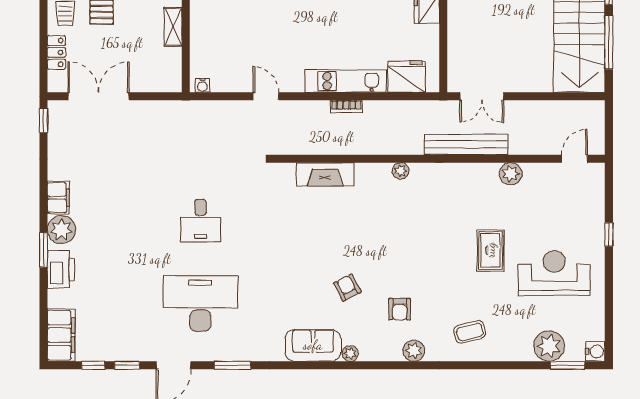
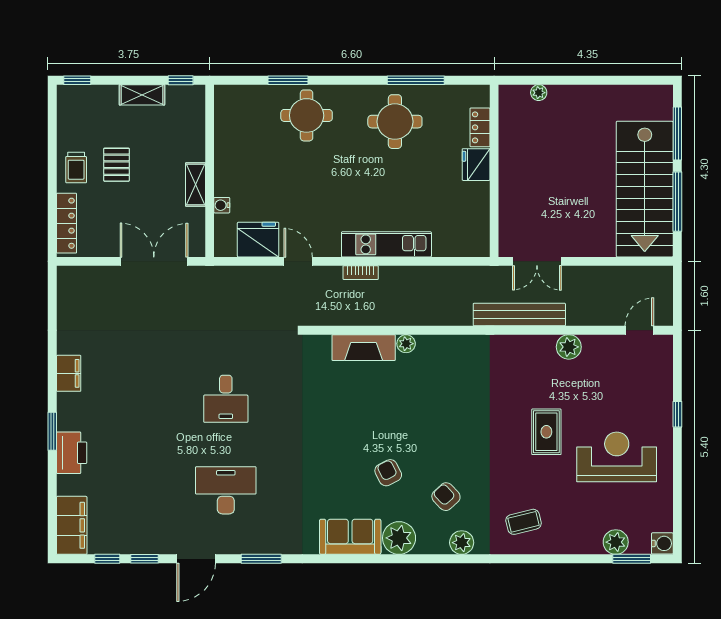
locker: (56, 52) -> (67, 223), width x1.53
fridge: (406, 77) -> (258, 240), moved
water cooler: (202, 85) -> (222, 205), moved, turned 90
double door: (99, 96) -> (154, 261), moved
bookcase: (346, 107) -> (361, 273), moved
window: (44, 121) -> (52, 288), removed
plant: (401, 171) -> (406, 344), moved
plant: (61, 230) -> (72, 409), removed
desk: (200, 303) -> (226, 490), width x0.73, depth x0.77
armchair: (400, 309) -> (446, 497), turned 137
plant: (549, 346) -> (616, 542), width x0.73, depth x0.73
plant: (350, 353) -> (399, 538), width x1.88, depth x1.88

